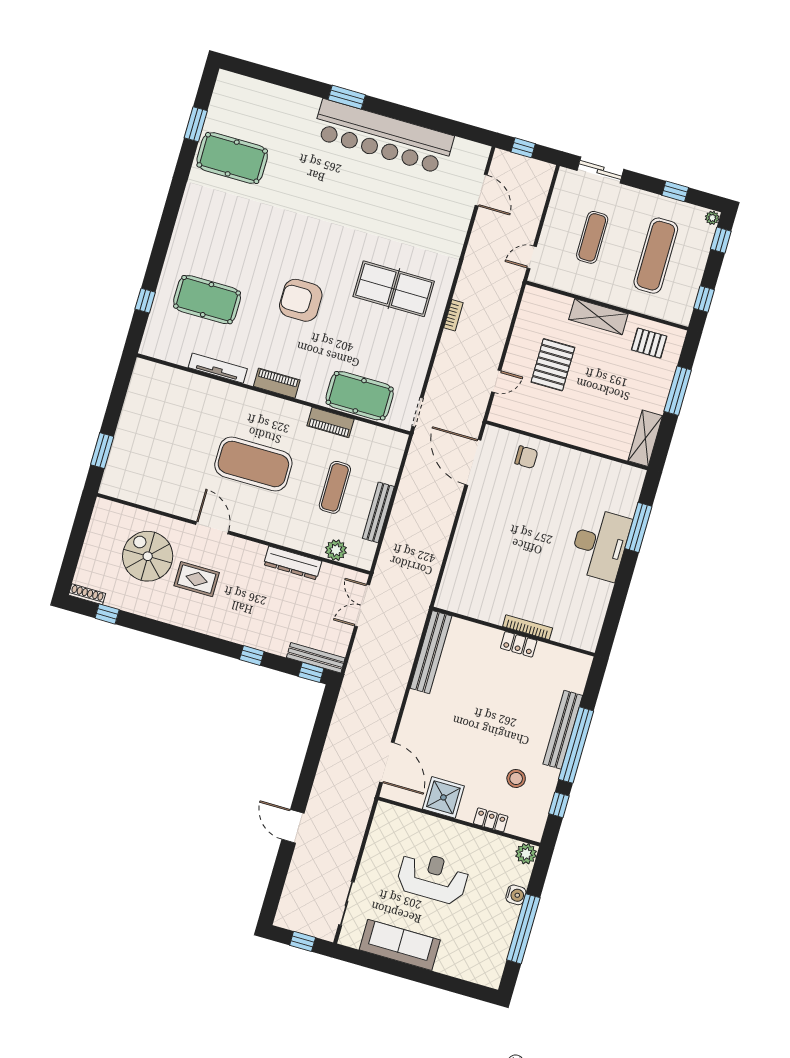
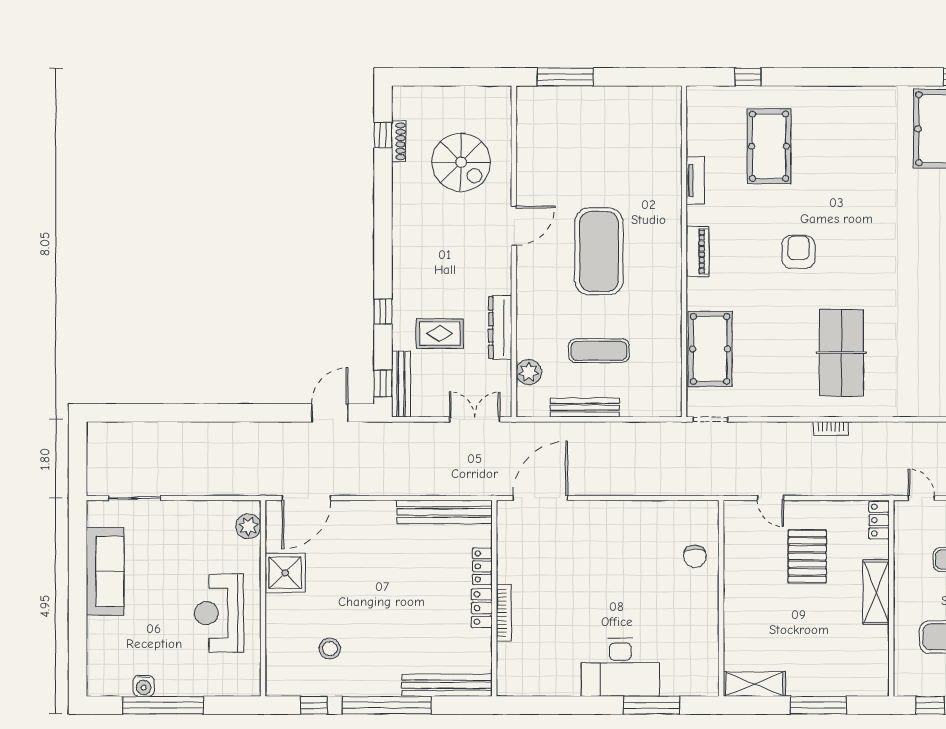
locker: (540, 297) -> (879, 520), added
armchair: (301, 300) -> (798, 252), width x0.73, depth x0.73
pallet: (649, 343) -> (863, 658), removed
pallet: (553, 365) -> (807, 556), turned 90
tv unit: (218, 368) -> (695, 180), width x0.71
piano: (330, 423) -> (670, 325), removed
window: (102, 451) -> (565, 77), width x1.44
door: (473, 462) -> (540, 498), moved
spiral stairs: (148, 556) -> (461, 162), turned 90
rug: (197, 579) -> (440, 334), moved, turned 90
shoe rack: (87, 594) -> (399, 141), moved
bench: (563, 730) -> (447, 685), moved
locker: (491, 820) -> (482, 566), moved, turned 180
door: (293, 826) -> (330, 413), moved
plant: (526, 854) -> (248, 526), moved
reception desk: (433, 877) -> (219, 613), moved, turned 180
water cooler: (516, 895) -> (144, 686), moved
window: (303, 941) -> (78, 461), removed

